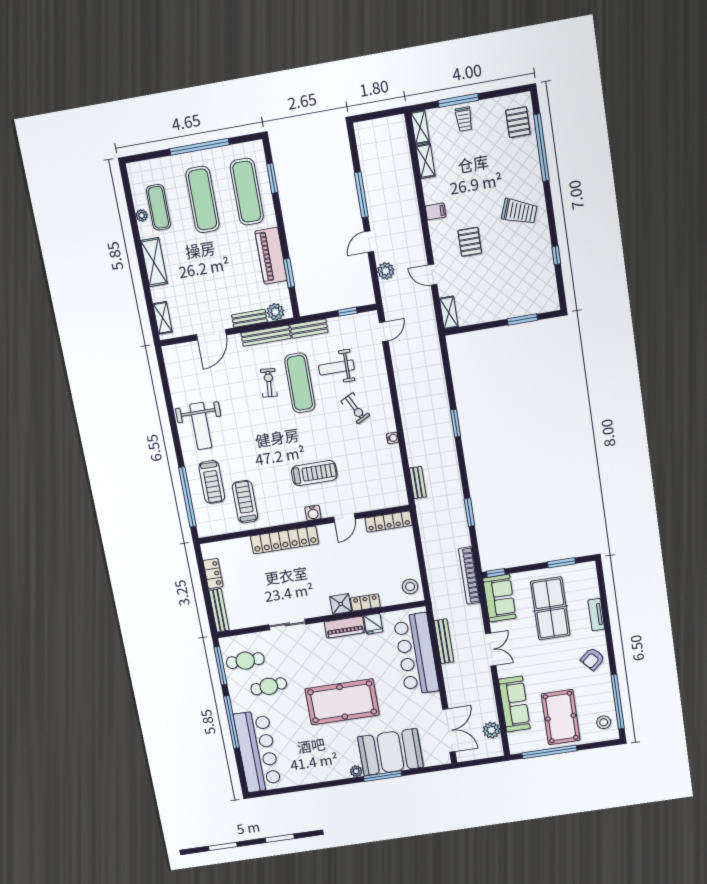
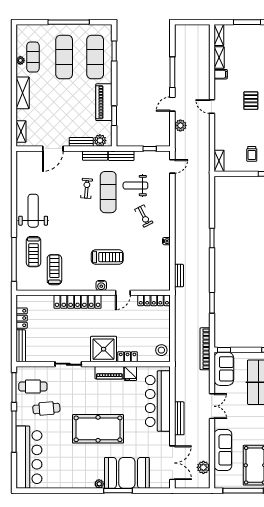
trolley: (464, 119) -> (252, 154), moved
filing cabinet: (436, 211) -> (221, 74), moved
pallet: (470, 242) -> (251, 101), moved
door: (432, 275) -> (212, 107), moved
bench: (266, 336) -> (95, 156), width x0.73
weight bench: (201, 426) -> (33, 211), turned 180
shower: (341, 604) -> (104, 349), width x1.86, depth x1.86
bench: (444, 641) -> (179, 418), moved

